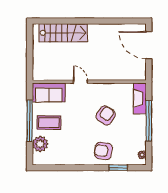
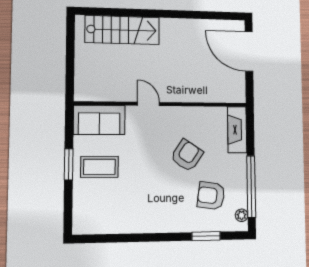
window: (30, 121) -> (69, 164), width x0.47
window: (149, 121) -> (251, 187), moved
plant: (40, 144) -> (85, 201), removed
armchair: (103, 151) -> (211, 196), moved

